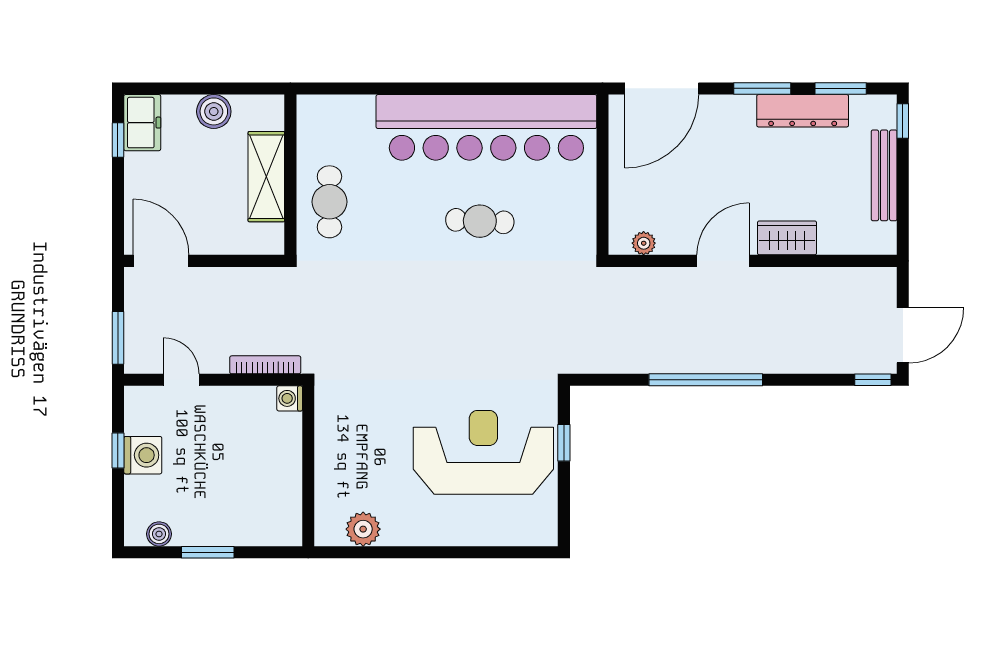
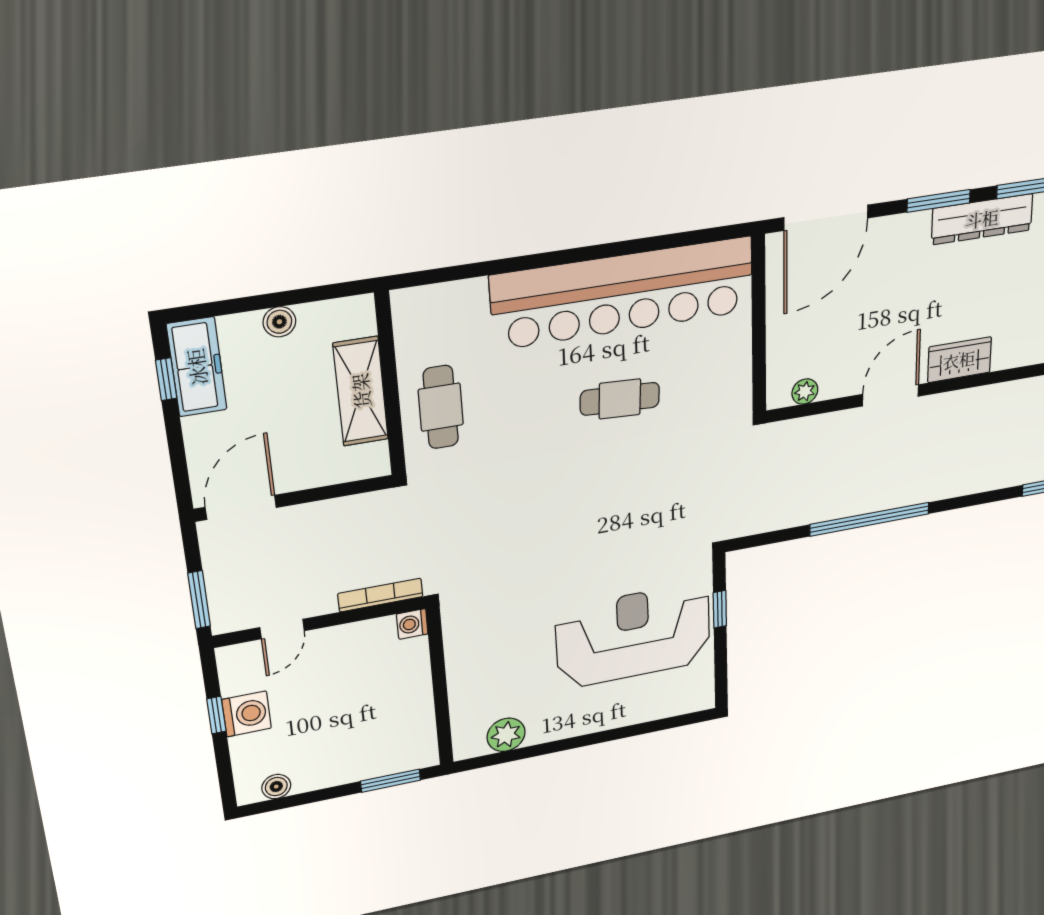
boiler: (214, 111) -> (279, 322), width x0.73, depth x0.73
freezer: (142, 123) -> (197, 367), width x1.40
door: (161, 261) -> (241, 507), hinge flipped
door: (181, 380) -> (282, 629), swing flipped
window: (208, 552) -> (391, 781), moved

